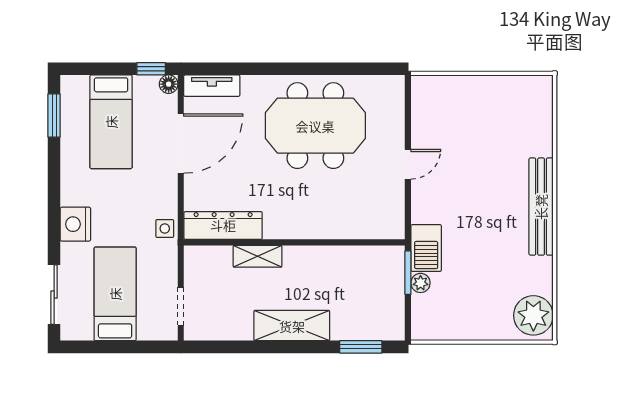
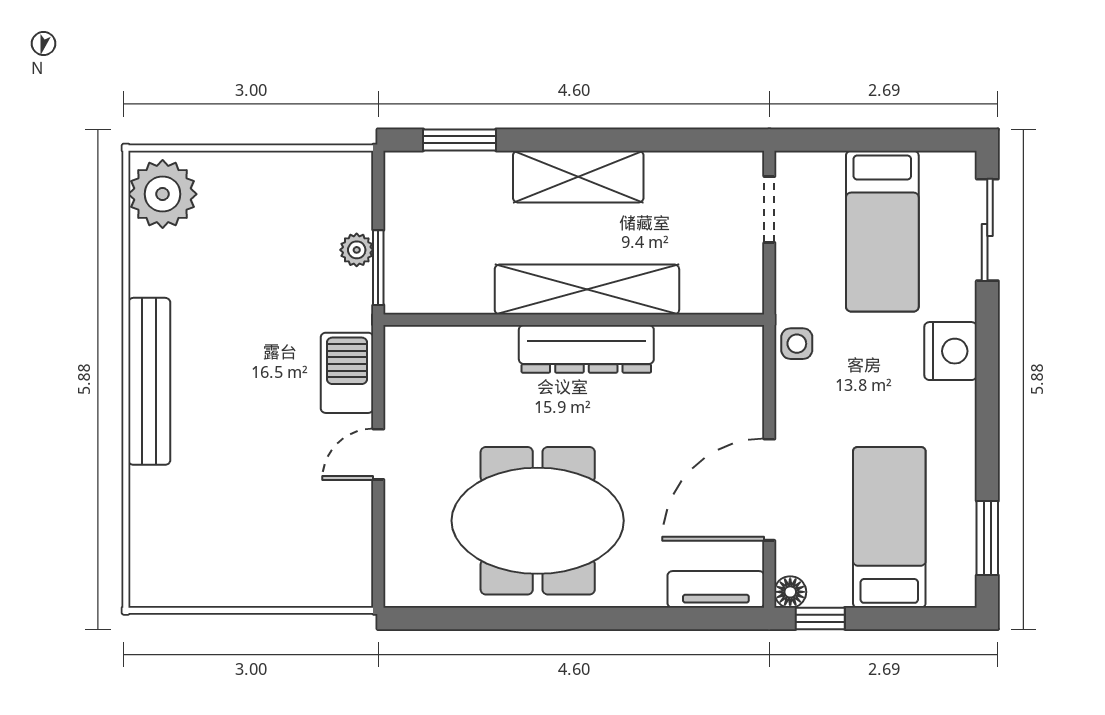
dresser: (223, 225) -> (586, 349), moved
barbecue: (426, 248) -> (347, 373), moved
shelving: (258, 256) -> (587, 289), width x2.20, depth x1.33

